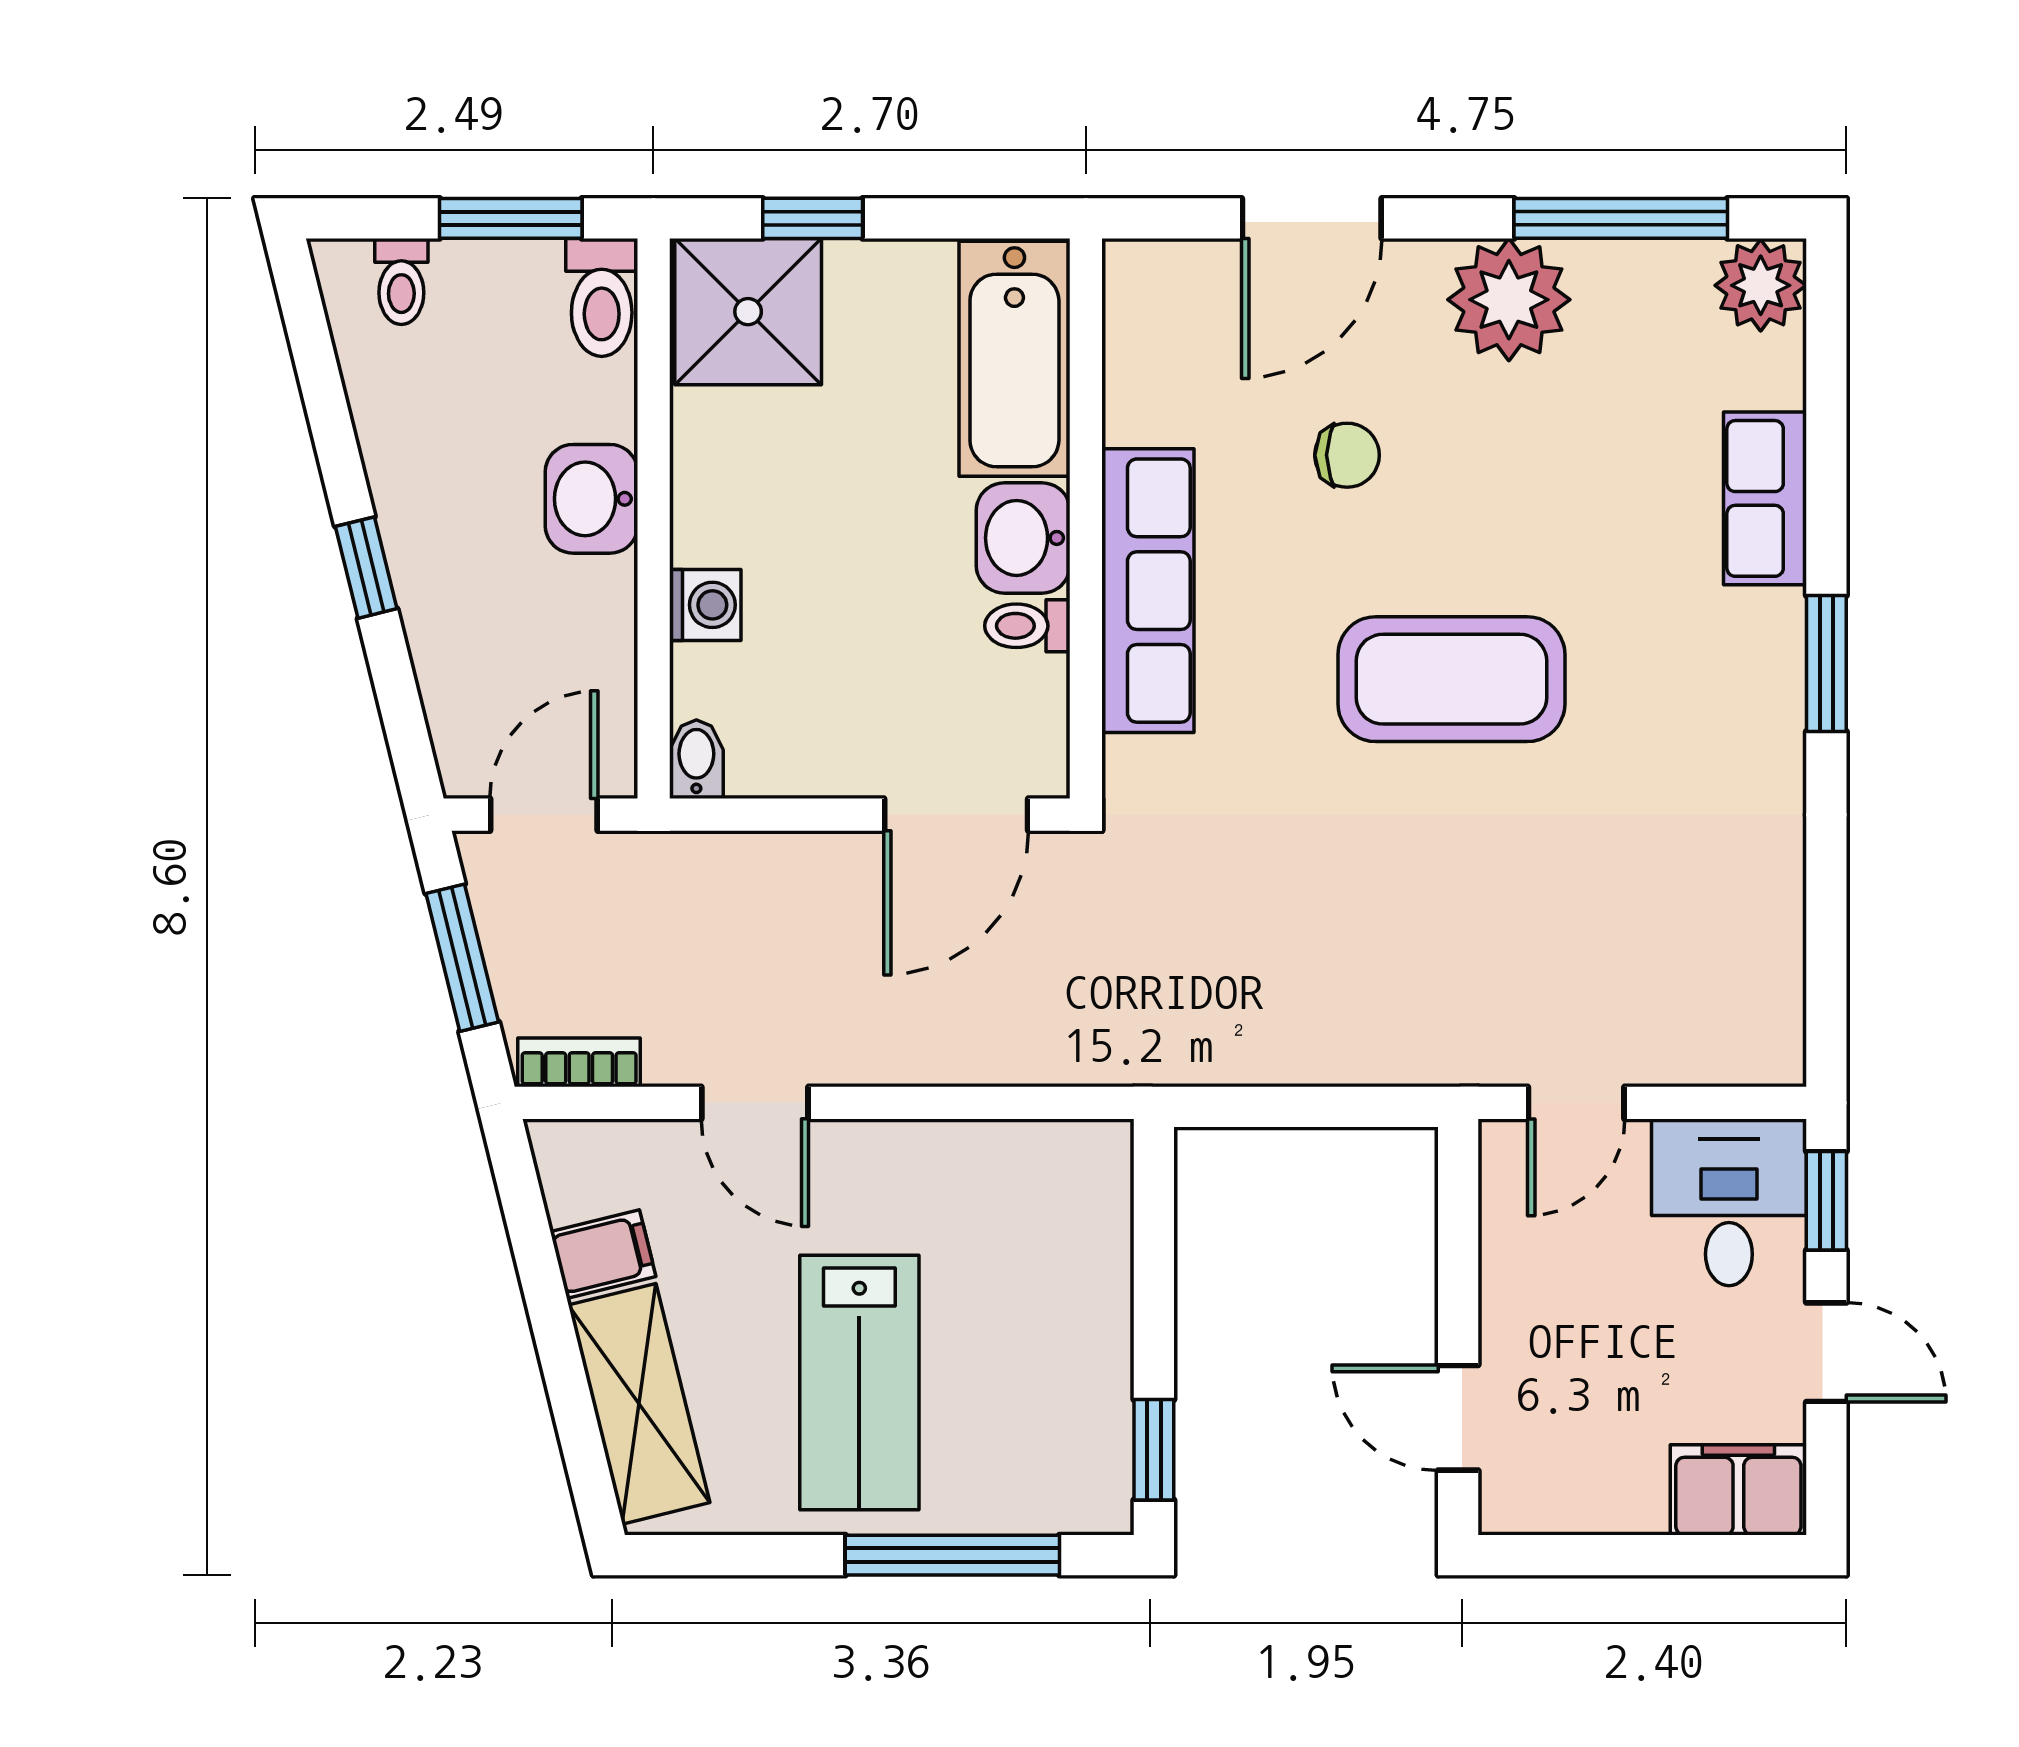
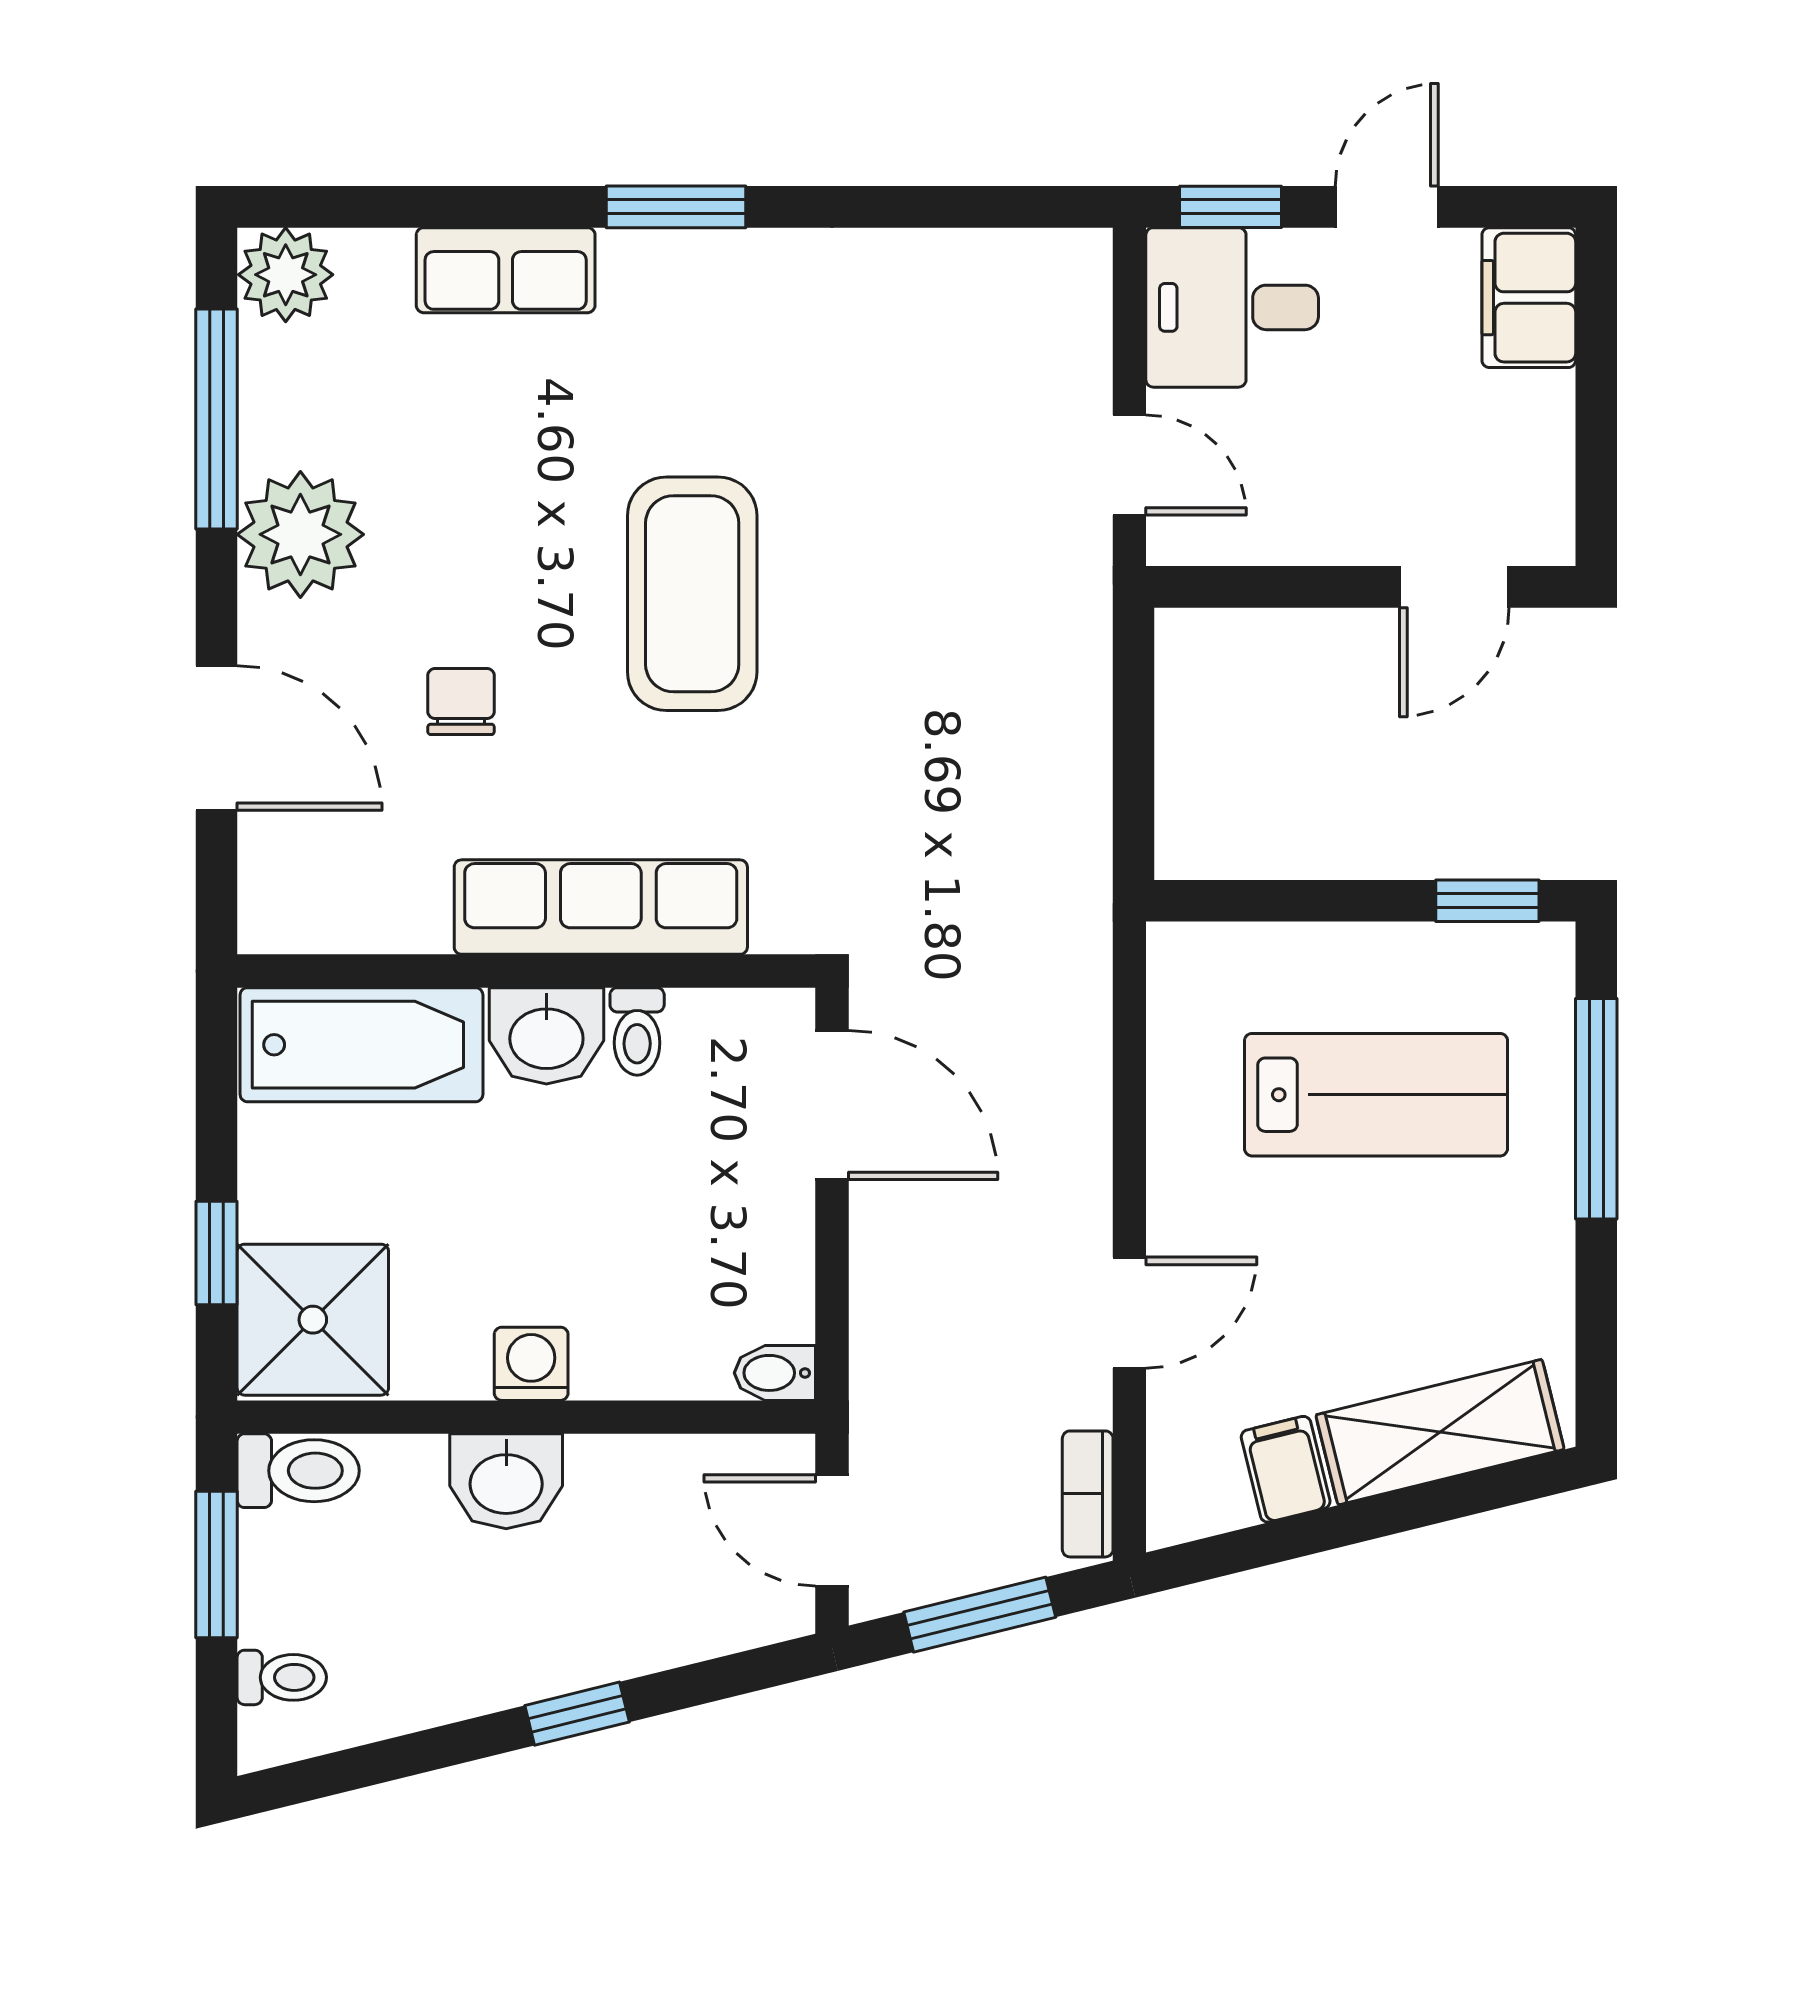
washing machine: (705, 605) -> (531, 1364), moved
lab bench: (859, 1382) -> (1376, 1095), moved

